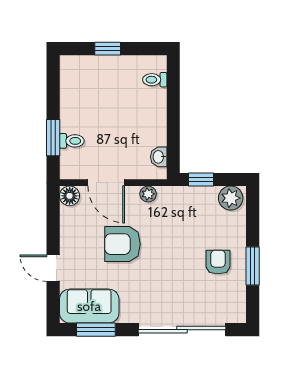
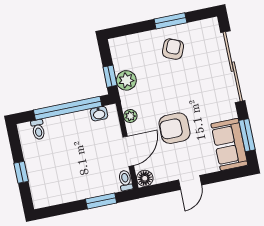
window: (173, 121) -> (68, 108), added
toilet: (72, 141) -> (125, 180), moved
plant: (231, 198) -> (126, 80), moved
armchair: (122, 244) -> (174, 128), turned 90
armchair: (218, 262) -> (173, 49), turned 113
door: (53, 268) -> (190, 183), moved

